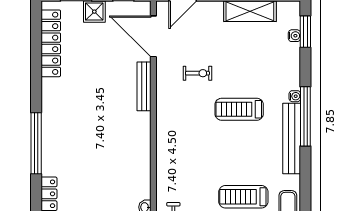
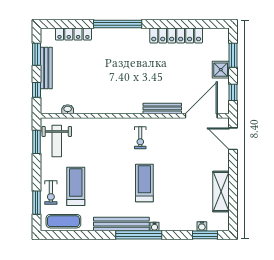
locker: (51, 43) -> (176, 36), moved
exercise bike: (197, 73) -> (140, 138), moved

